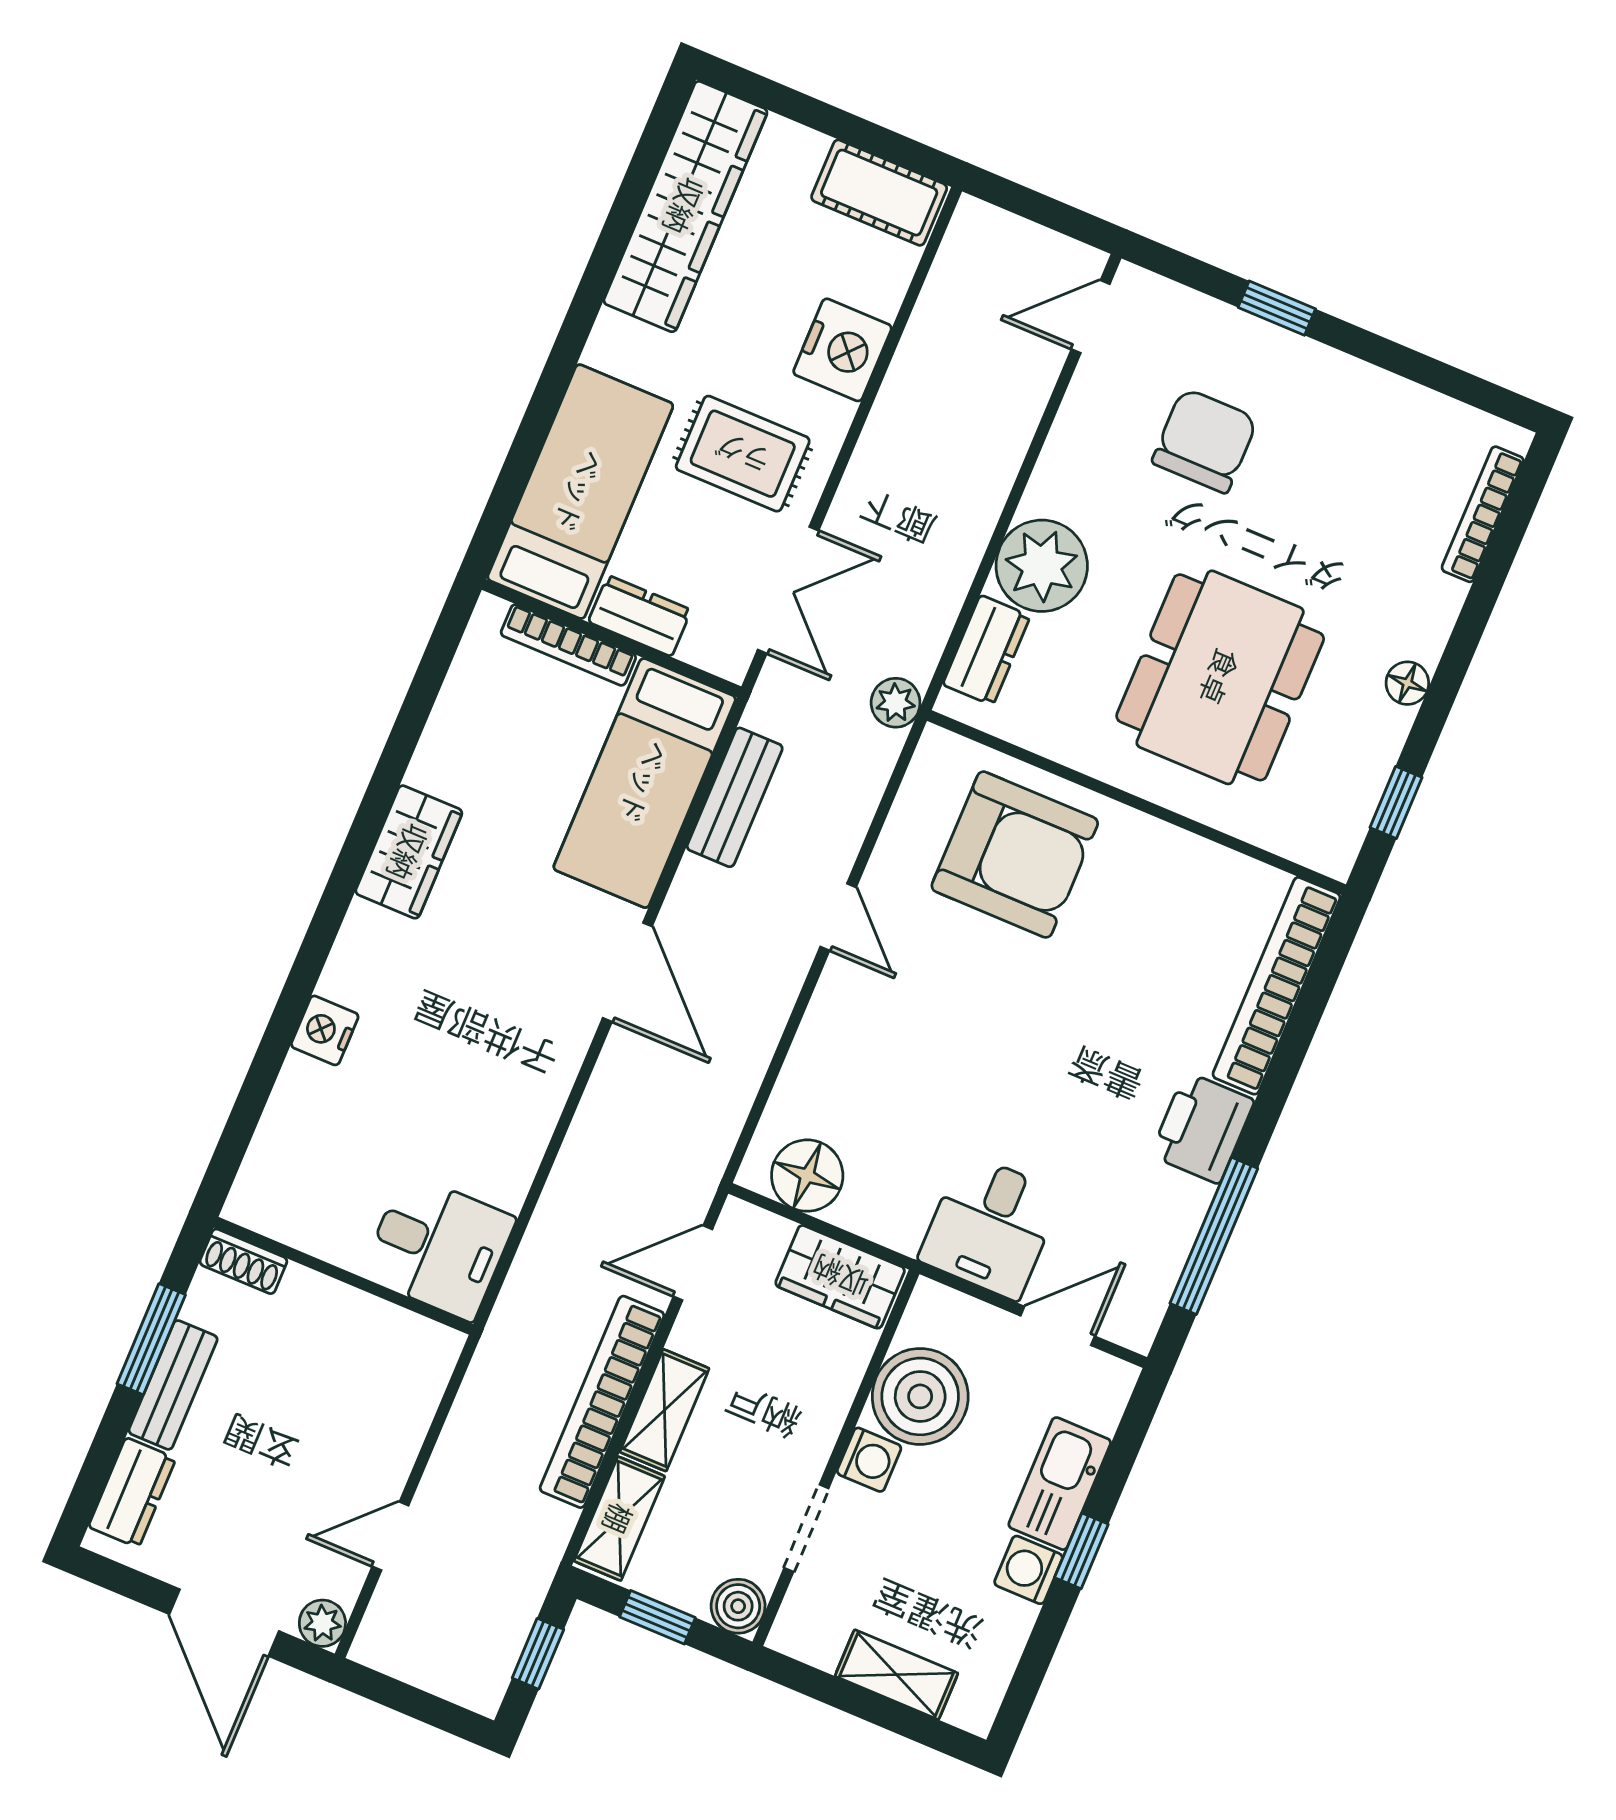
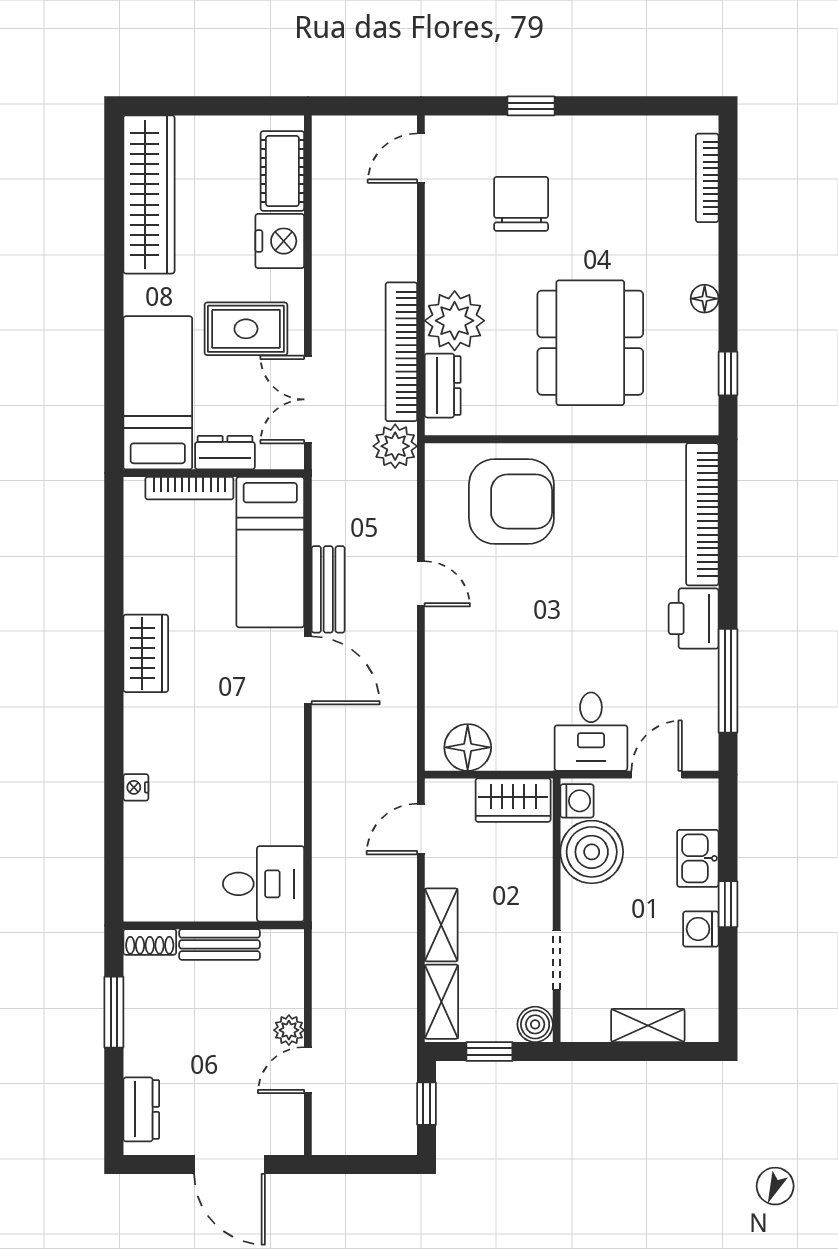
cot: (879, 193) -> (282, 171), moved, turned 90
double door: (788, 590) -> (308, 399), swing flipped
plant: (896, 703) -> (395, 446), width x1.38, depth x1.38
bench: (735, 797) -> (328, 589), moved
nightstand: (325, 1030) -> (136, 787), width x0.72, depth x0.74
bench: (173, 1385) -> (220, 944), moved, turned 90
bookcase: (602, 1402) -> (401, 352), moved
washing machine: (869, 1460) -> (577, 801), moved
kitchen sink: (1060, 1484) -> (698, 858), width x0.73
plant: (322, 1623) -> (289, 1030), moved

